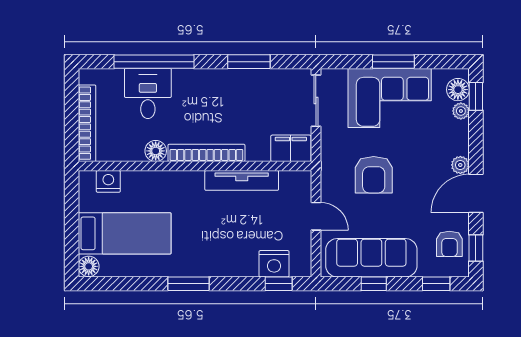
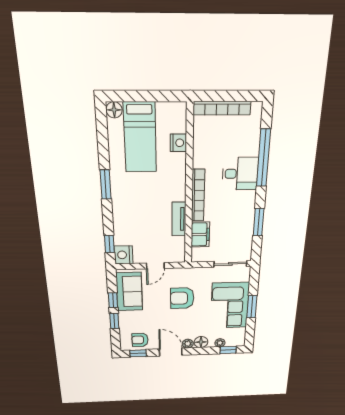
floor lamp: (458, 90) -> (201, 342), moved
desk: (148, 93) -> (240, 174), moved
filing cabinet: (291, 148) -> (200, 234), moved
floor lamp: (156, 151) -> (200, 160), removed
tv unit: (242, 180) -> (179, 219), width x0.71
nightstand: (108, 181) -> (178, 143), moved
sofa: (371, 258) -> (129, 292), width x0.73
nightstand: (274, 264) -> (123, 255), moved
window: (436, 284) -> (114, 321), moved

